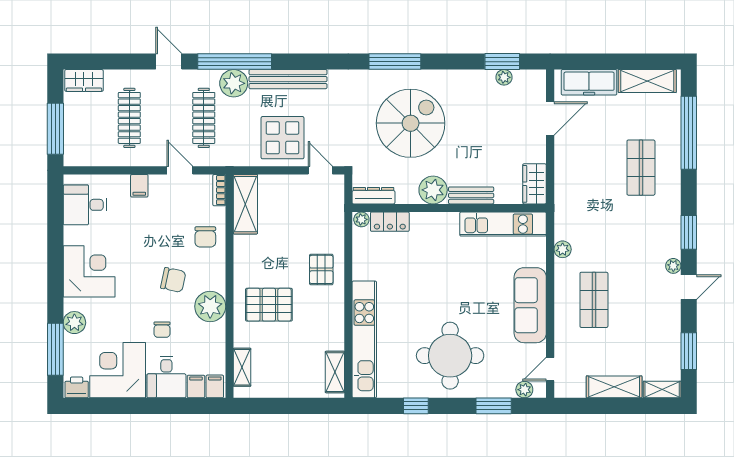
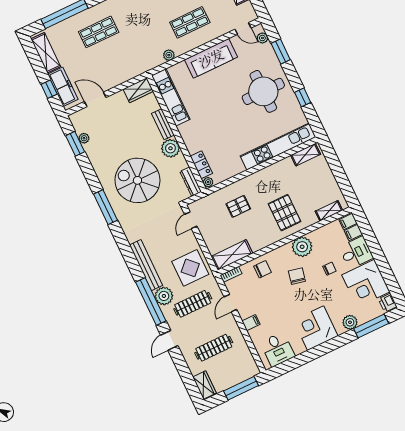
window: (595, 62) -> (49, 89), added
display table: (282, 138) -> (190, 268), moved
pallet: (321, 269) -> (238, 206), moved

